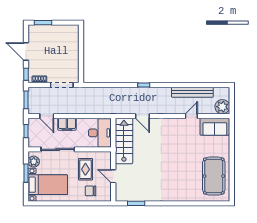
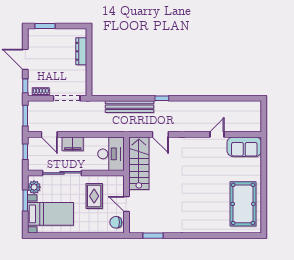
dresser: (74, 44) -> (81, 51), added
bench: (192, 92) -> (129, 107), moved
plant: (222, 107) -> (253, 123), removed
chair: (91, 191) -> (116, 222), moved

